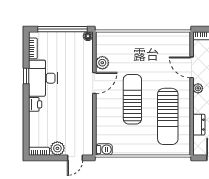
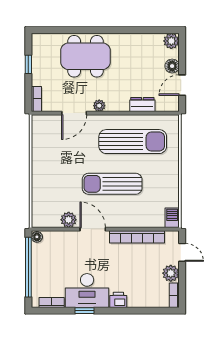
bookcase: (88, 120) -> (137, 237), added

